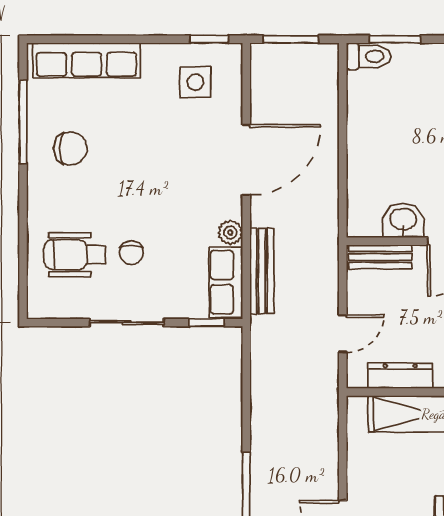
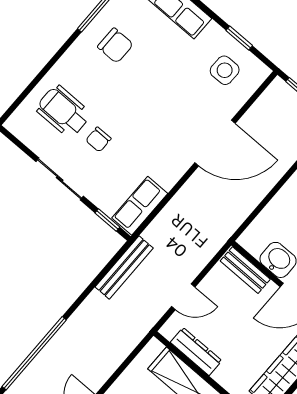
window: (209, 39) -> (239, 38), moved
plant: (230, 232) -> (168, 178), removed
bench: (262, 271) -> (124, 268), moved

